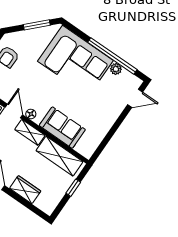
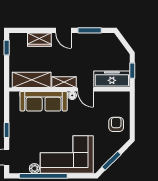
window: (117, 125) -> (7, 130), added
sofa: (62, 128) -> (44, 101), width x1.36
window: (73, 188) -> (7, 48), moved

